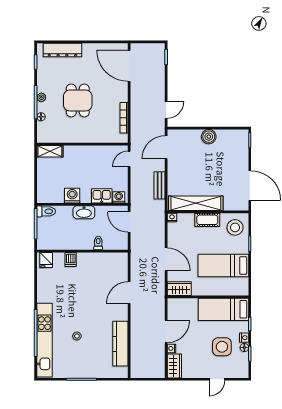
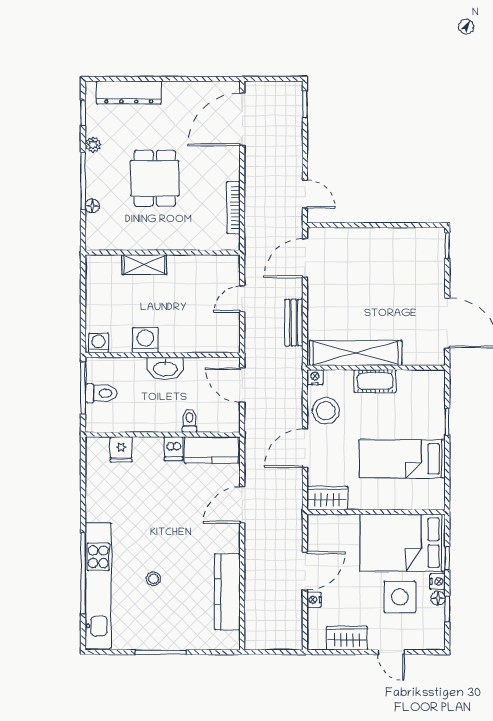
door: (129, 66) -> (242, 119), hinge flipped
plant: (41, 97) -> (93, 145), moved
door: (166, 110) -> (305, 194), hinge flipped
boiler: (209, 137) -> (377, 240), removed
shelving: (50, 151) -> (144, 265), moved
door: (129, 159) -> (242, 299), moved
kitchen sink: (102, 196) -> (196, 340), removed
washing machine: (119, 197) -> (99, 343), moved
toilet: (46, 211) -> (101, 393), moved
stool: (235, 227) -> (326, 411), moved
dishwasher: (71, 259) -> (174, 449), moved
door: (166, 259) -> (305, 448), swing flipped
fridge: (46, 260) -> (121, 449), moved
kitchen counter: (111, 260) -> (211, 450), added
bed: (223, 309) -> (402, 543), width x1.50
wardrobe: (174, 366) -> (347, 638), moved, turned -90
door: (217, 379) -> (391, 652), hinge flipped

